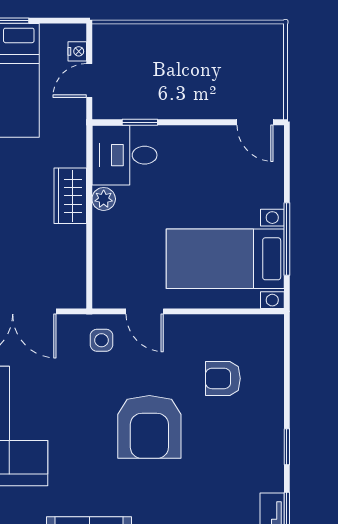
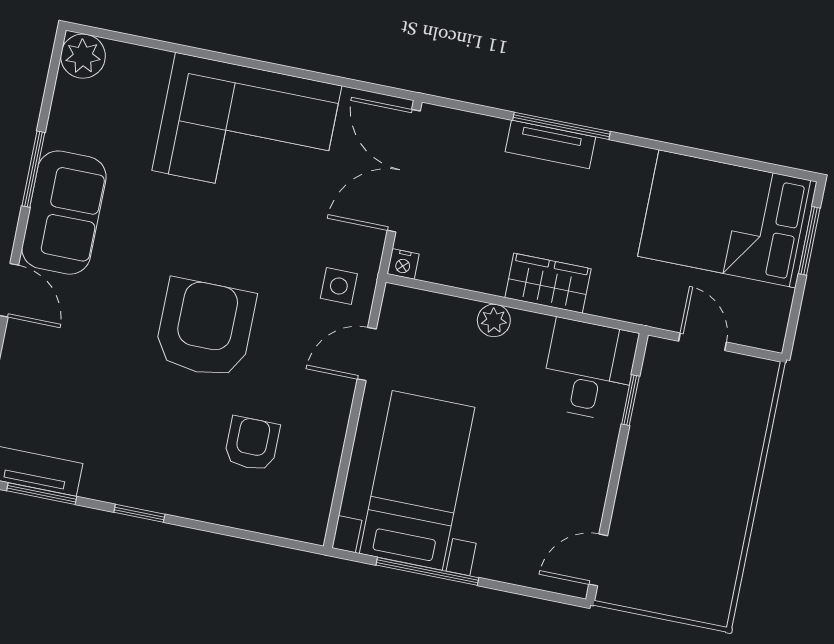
nightstand: (77, 51) -> (403, 264), moved
plant: (104, 199) -> (494, 320), moved
armchair: (149, 427) -> (205, 328), turned 90

